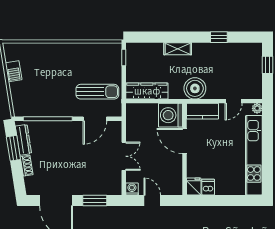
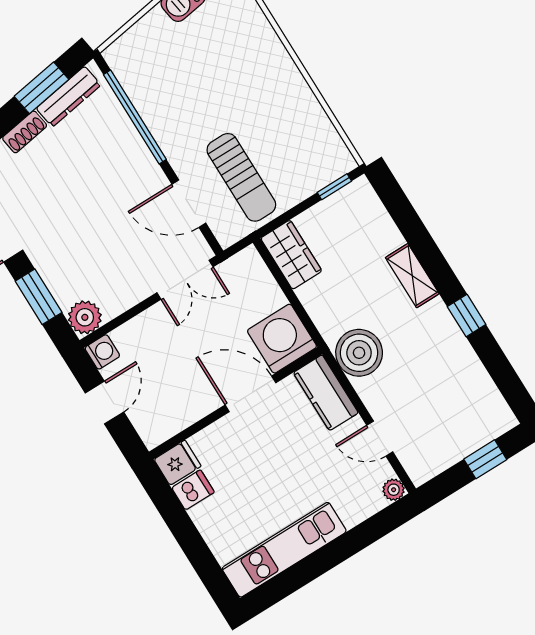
window: (219, 37) -> (467, 315), moved
wardrobe: (147, 91) -> (291, 255), width x0.67
door: (184, 141) -> (250, 394), hinge flipped
kitchen unit: (254, 155) -> (284, 550), width x0.73
double door: (124, 156) -> (185, 280), moved
plant: (114, 187) -> (85, 317), added

